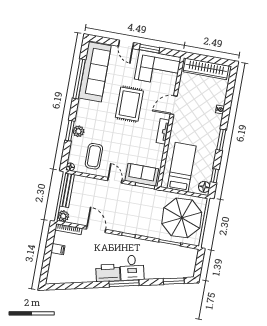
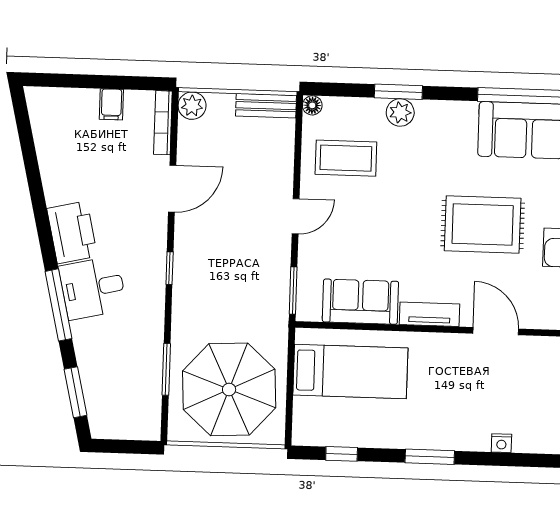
sofa: (142, 175) -> (360, 302), moved, turned -90
floor lamp: (204, 187) -> (311, 432), removed
bench: (67, 190) -> (266, 106), width x0.73
window: (124, 283) -> (59, 305), moved

